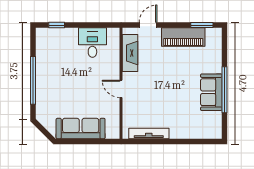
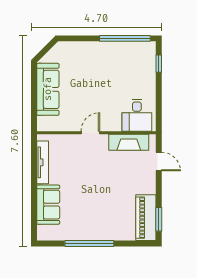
piano: (183, 37) -> (146, 218), moved
desk: (92, 43) -> (137, 115), moved, turned 90
window: (33, 80) -> (125, 38), moved
sofa: (211, 92) -> (48, 205), moved, turned 90

